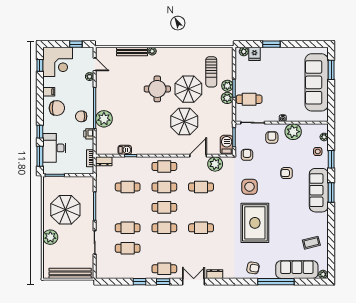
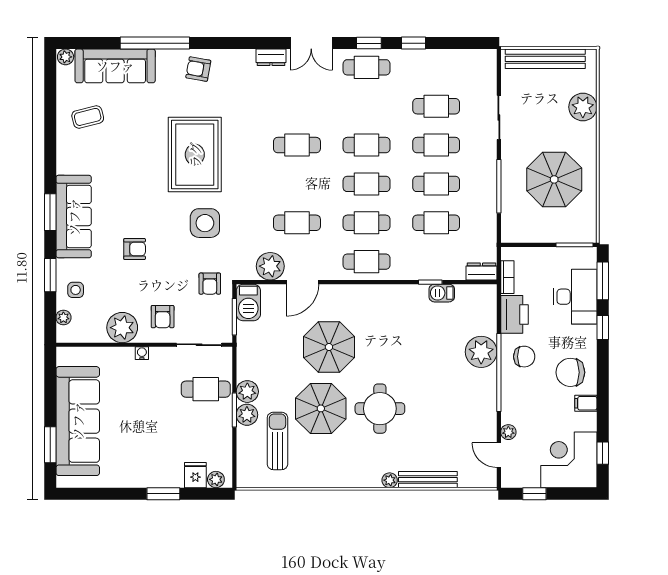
printer: (89, 134) -> (514, 314), width x1.87, depth x1.48
cafe table: (128, 207) -> (436, 184), added
plant: (50, 237) -> (583, 107), moved

